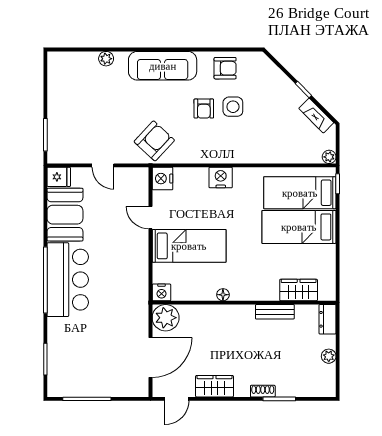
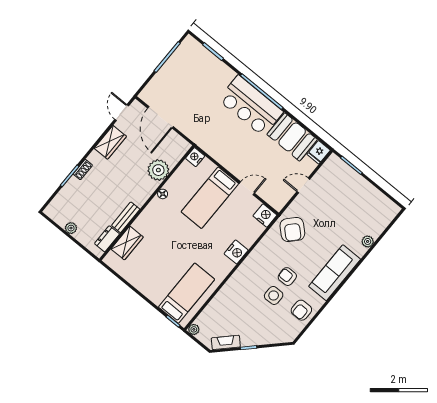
bed: (299, 227) -> (166, 275), removed
plant: (166, 318) -> (158, 170), moved
dresser: (328, 319) -> (107, 239), moved, turned -90

